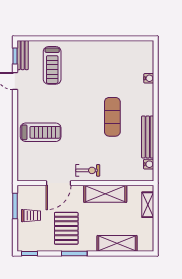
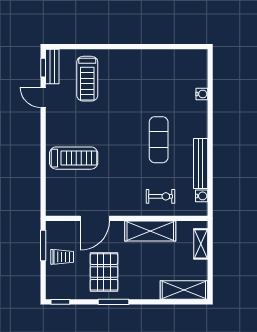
exercise bike: (88, 170) -> (161, 196), moved
shelving: (117, 243) -> (184, 290), moved

